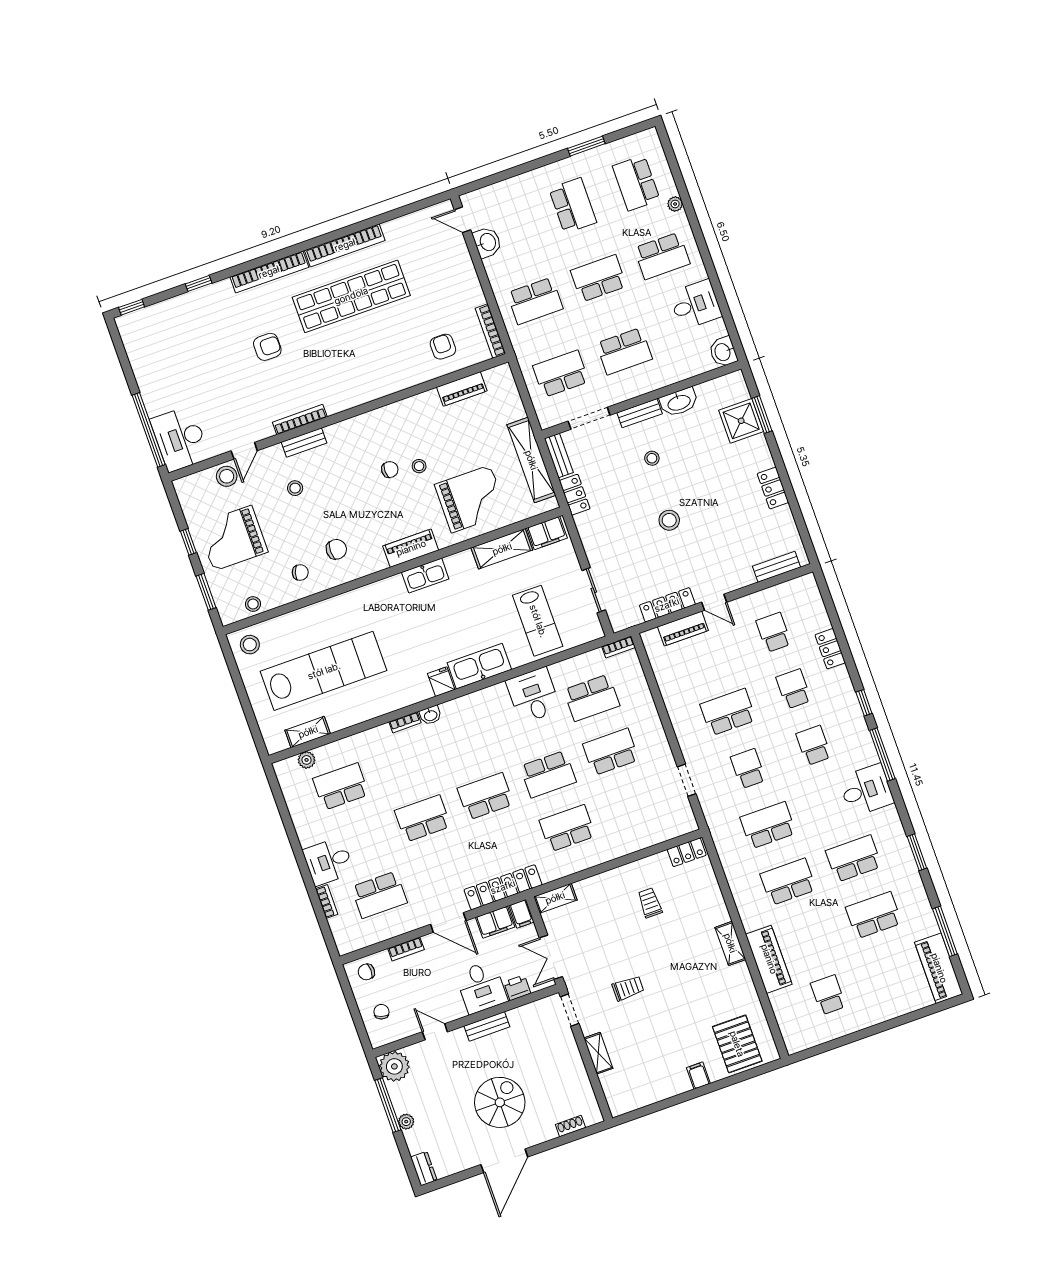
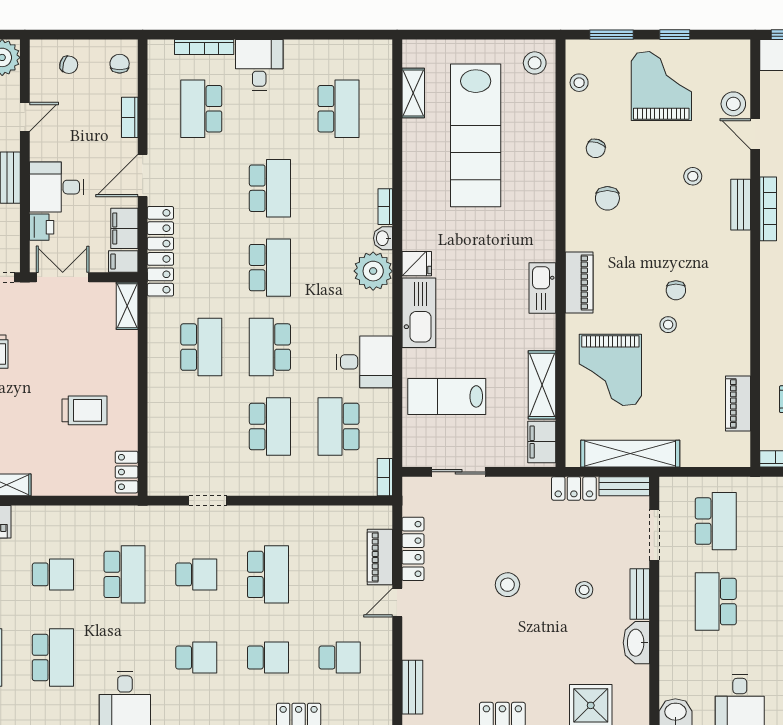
plant: (307, 760) -> (373, 271), moved, width x1.87, depth x1.87
school desk: (788, 882) -> (53, 574), width x0.54
bookcase: (327, 902) -> (204, 47), width x1.56
trolley: (650, 903) -> (84, 410), width x1.36, depth x1.39

